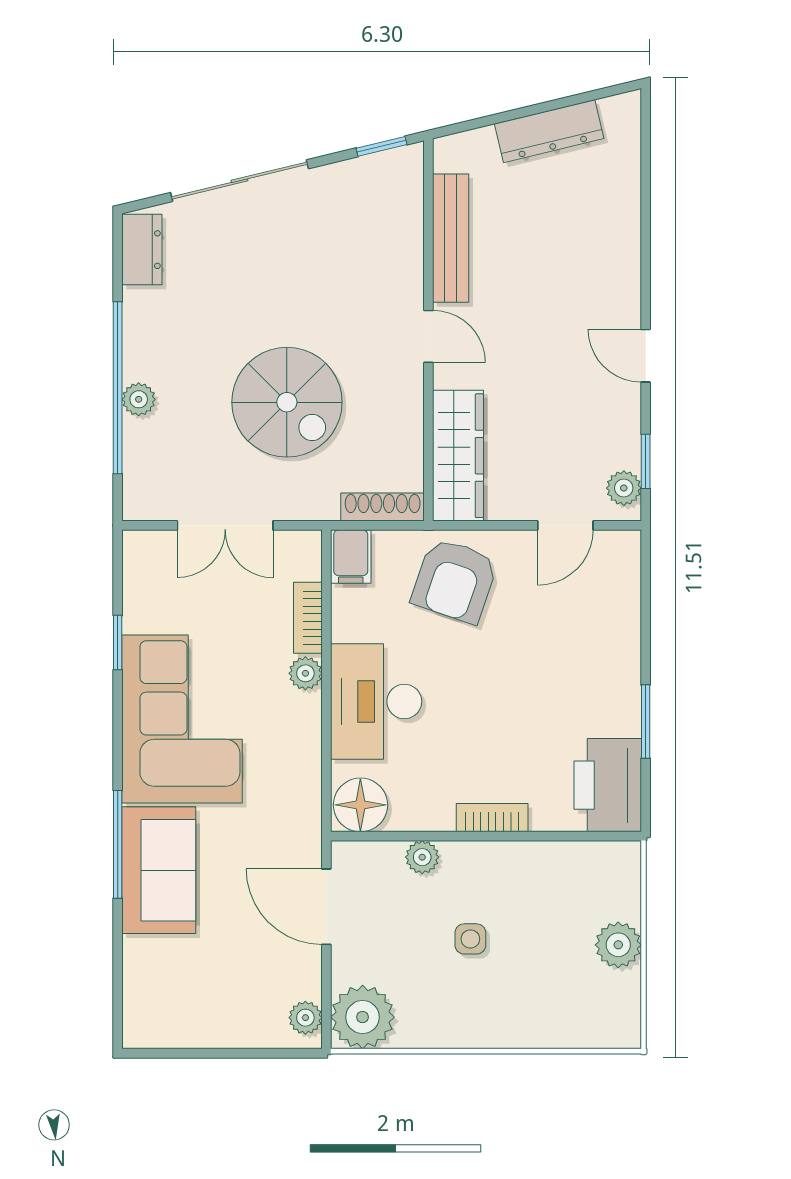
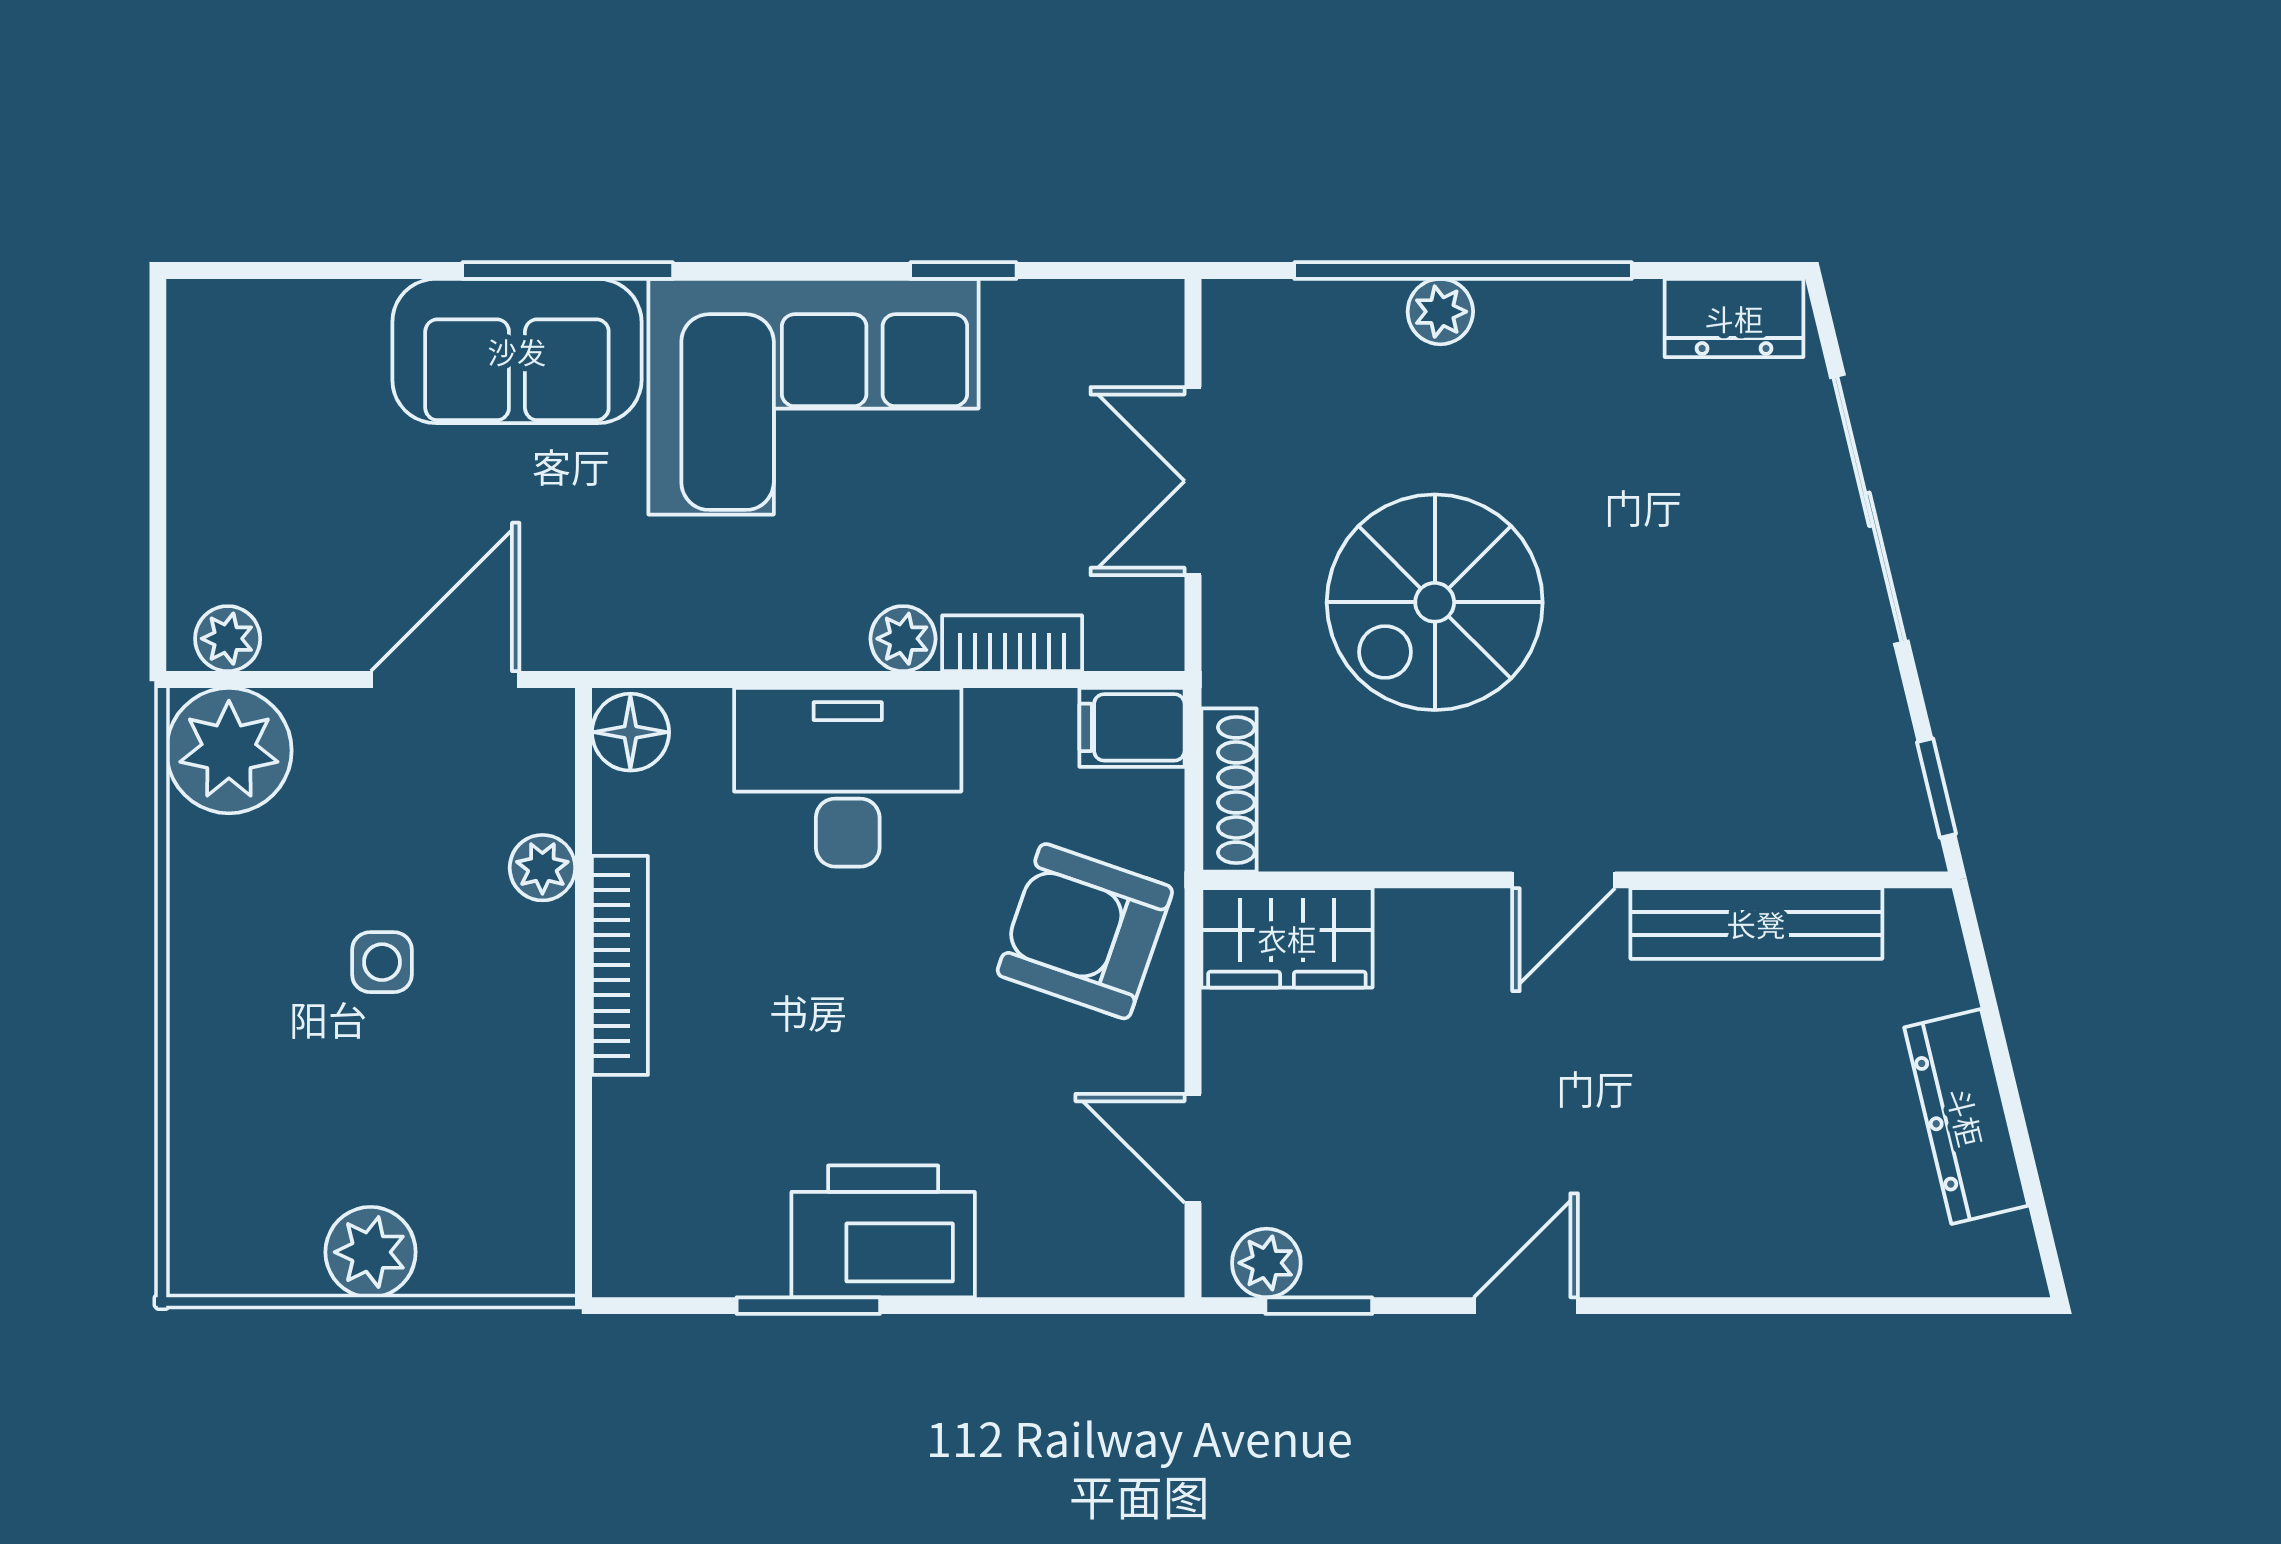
wardrobe: (458, 456) -> (1287, 938), width x0.67
printer: (608, 785) -> (883, 1231), moved
floor lamp: (360, 805) -> (630, 732), width x0.73, depth x0.73
bookcase: (492, 818) -> (620, 965), width x1.56

